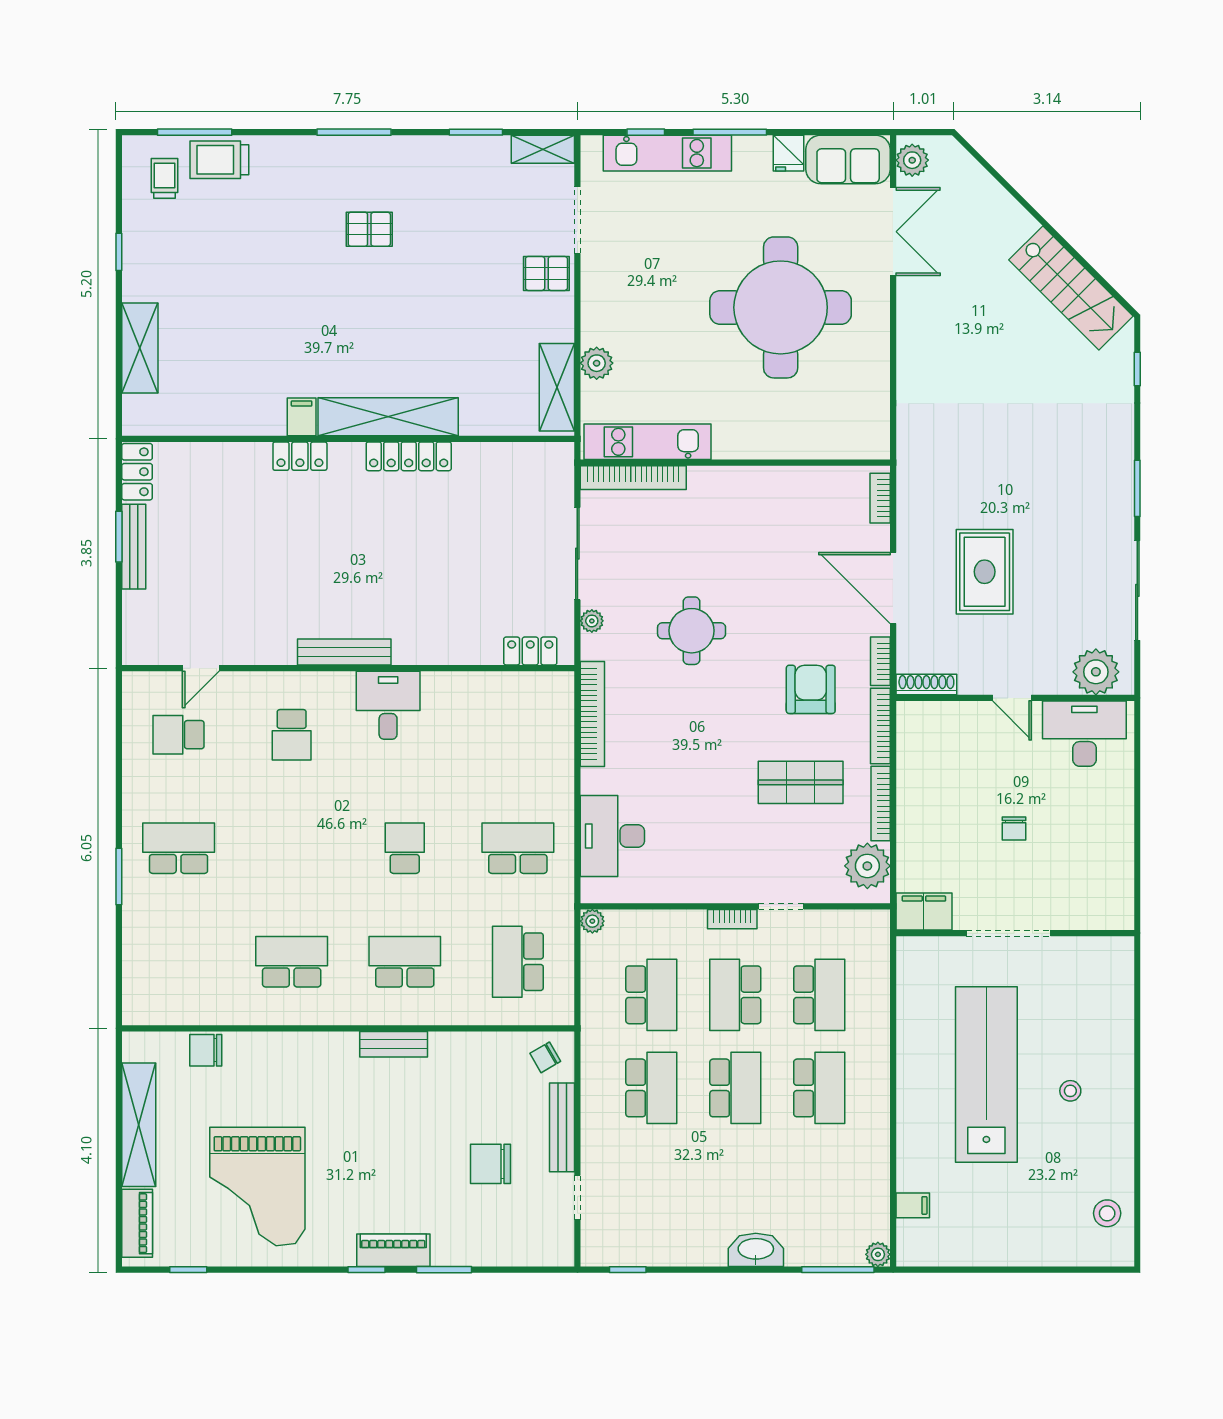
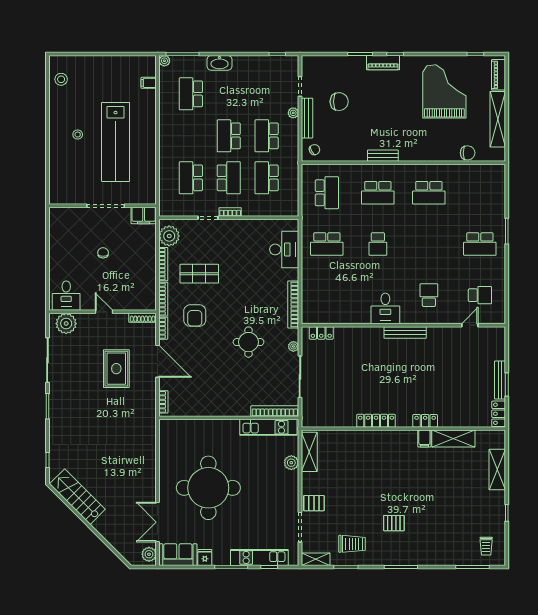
trolley: (219, 160) -> (352, 544), moved
shelving: (388, 417) -> (453, 439), moved, width x0.68
desk: (1084, 734) -> (66, 296), width x0.73
plant: (592, 921) -> (293, 113), moved
school desk: (819, 1088) -> (191, 94), moved

